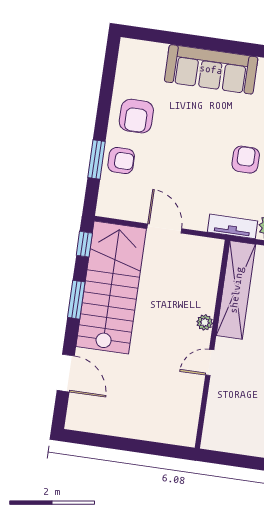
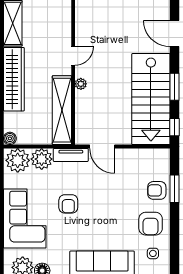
side table: (139, 75) -> (153, 253), added
armchair: (136, 116) -> (151, 224), turned 180
door: (164, 228) -> (102, 147), moved

